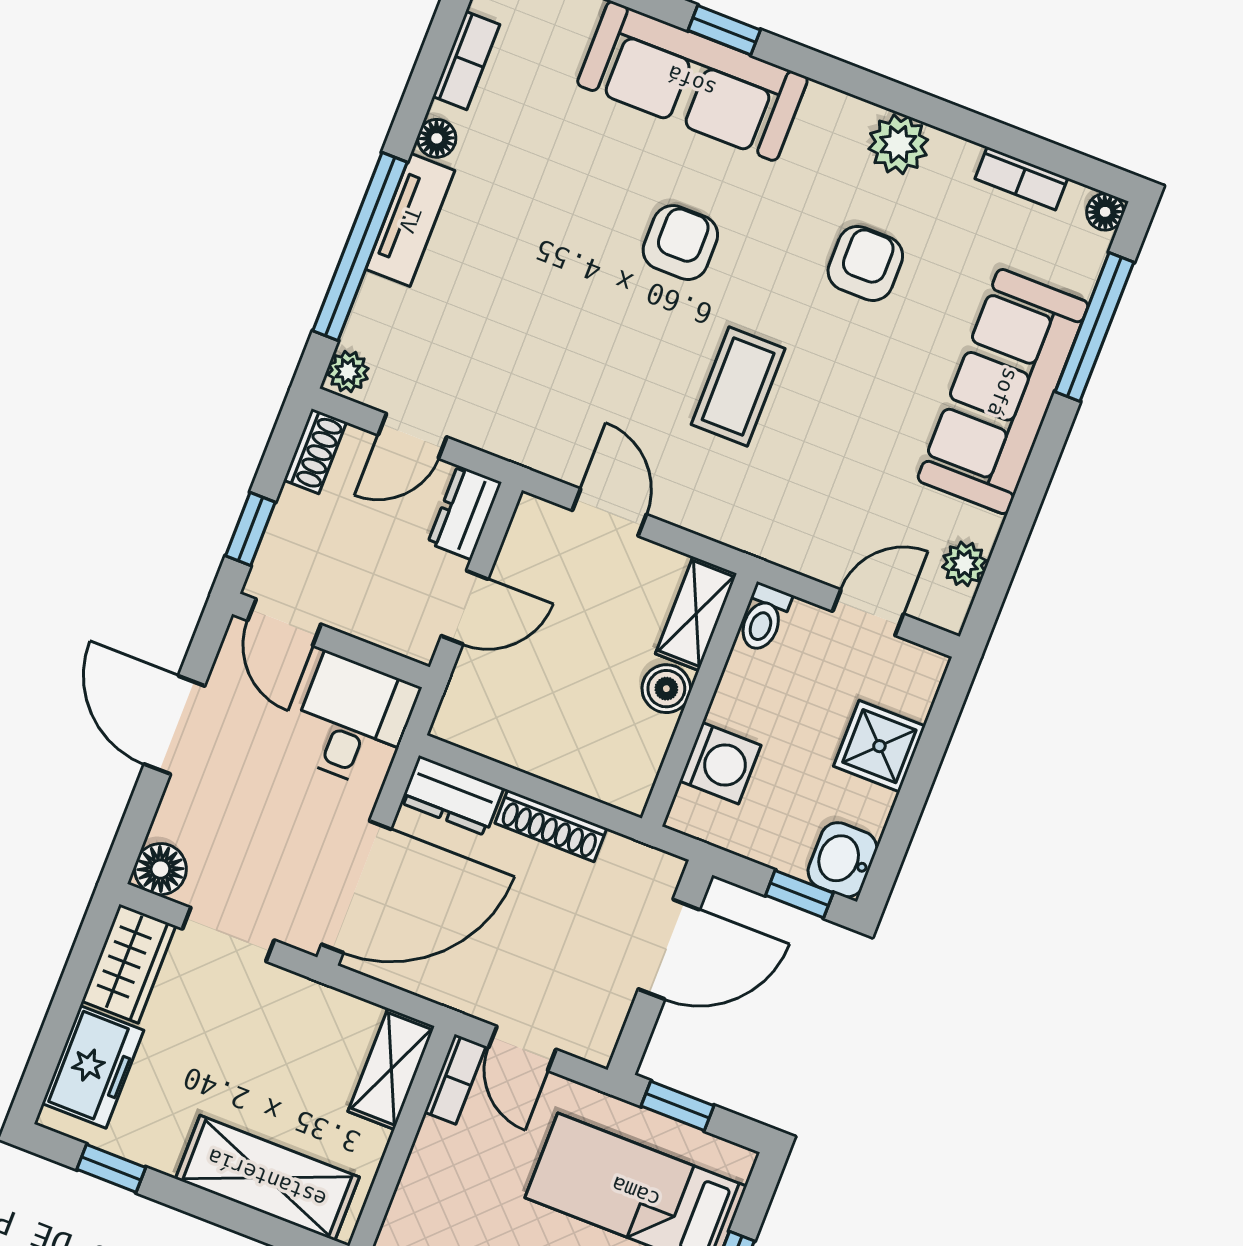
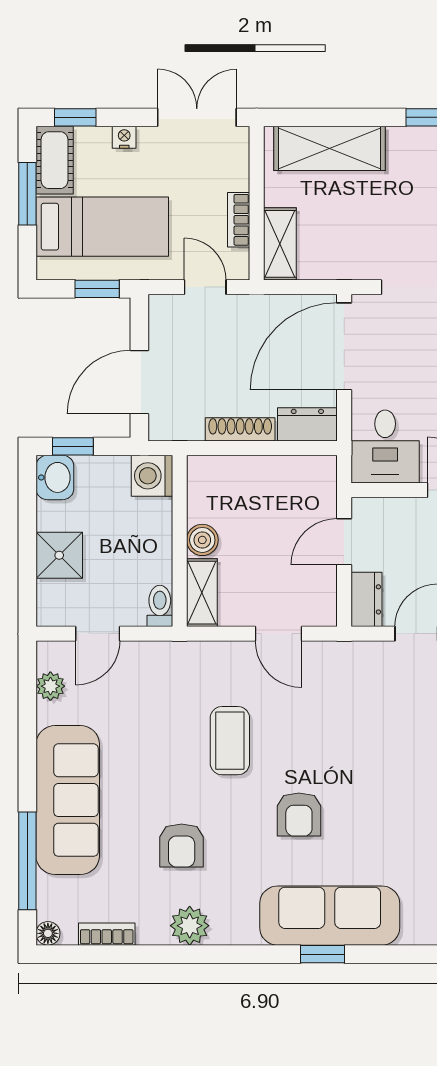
washing machine: (720, 763) -> (152, 476), moved
bookcase: (455, 1079) -> (239, 220), moved

